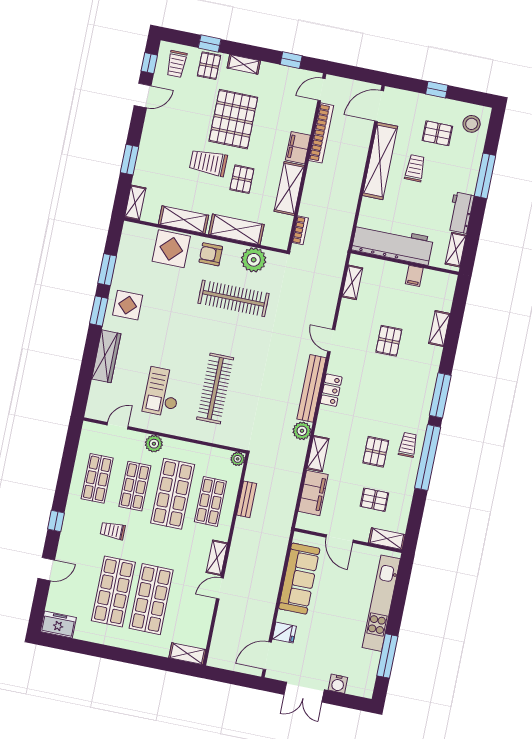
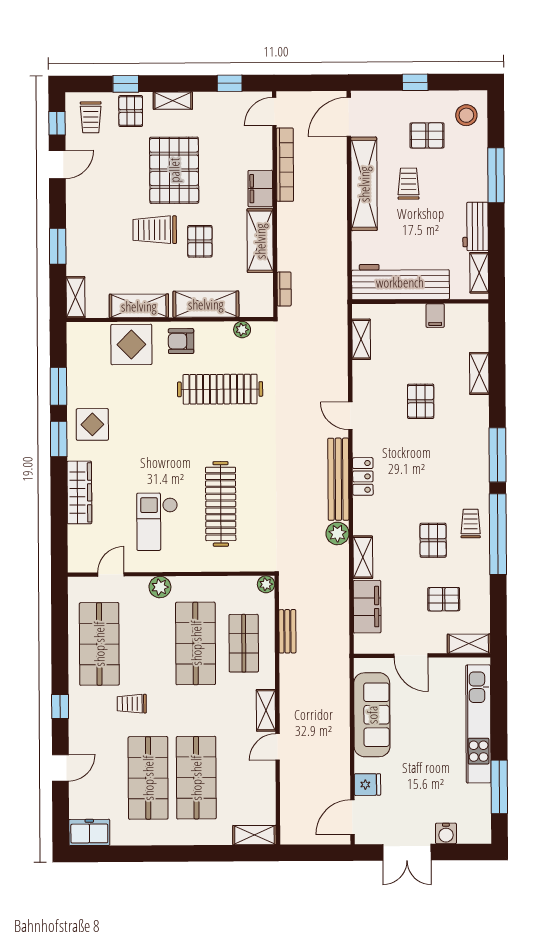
plant: (254, 260) -> (242, 330), width x0.53, depth x0.53
shop shelf: (97, 478) -> (99, 644), width x1.43, depth x1.36
shop shelf: (135, 486) -> (147, 644), removed

